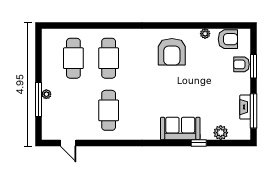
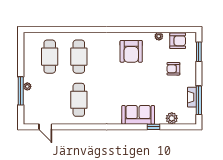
armchair: (241, 64) -> (173, 69), moved
window: (253, 66) -> (199, 52), moved

